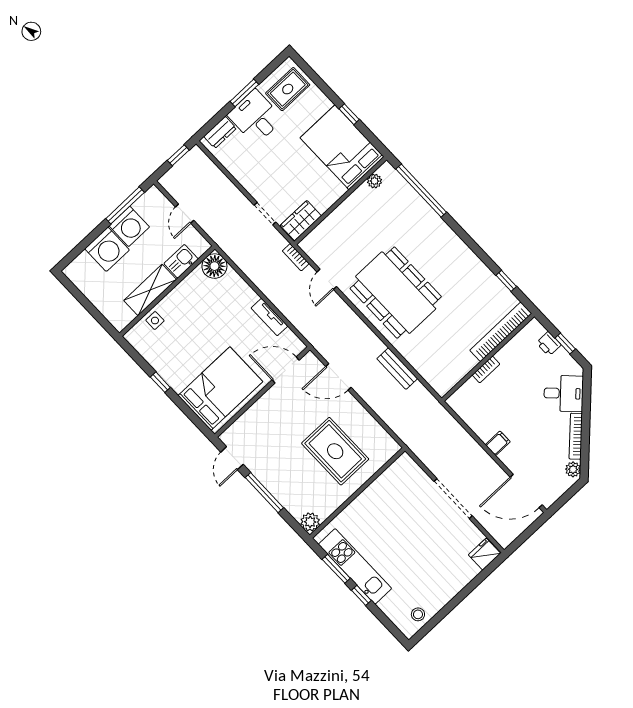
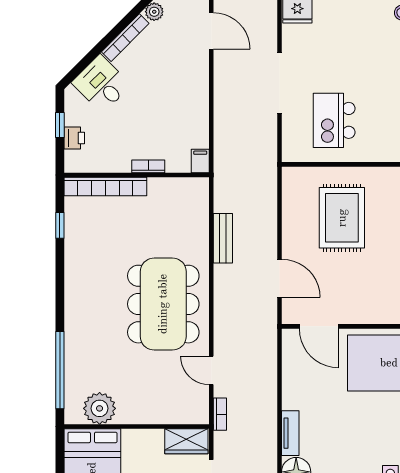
plant: (374, 181) -> (100, 408), width x1.88, depth x1.88
door: (327, 279) -> (211, 370), swing flipped
tv unit: (269, 317) -> (290, 433), moved
filing cabinet: (498, 443) -> (200, 161), moved, turned 90
door: (526, 491) -> (211, 31), width x0.73
kitchen island: (397, 507) -> (334, 120), added

